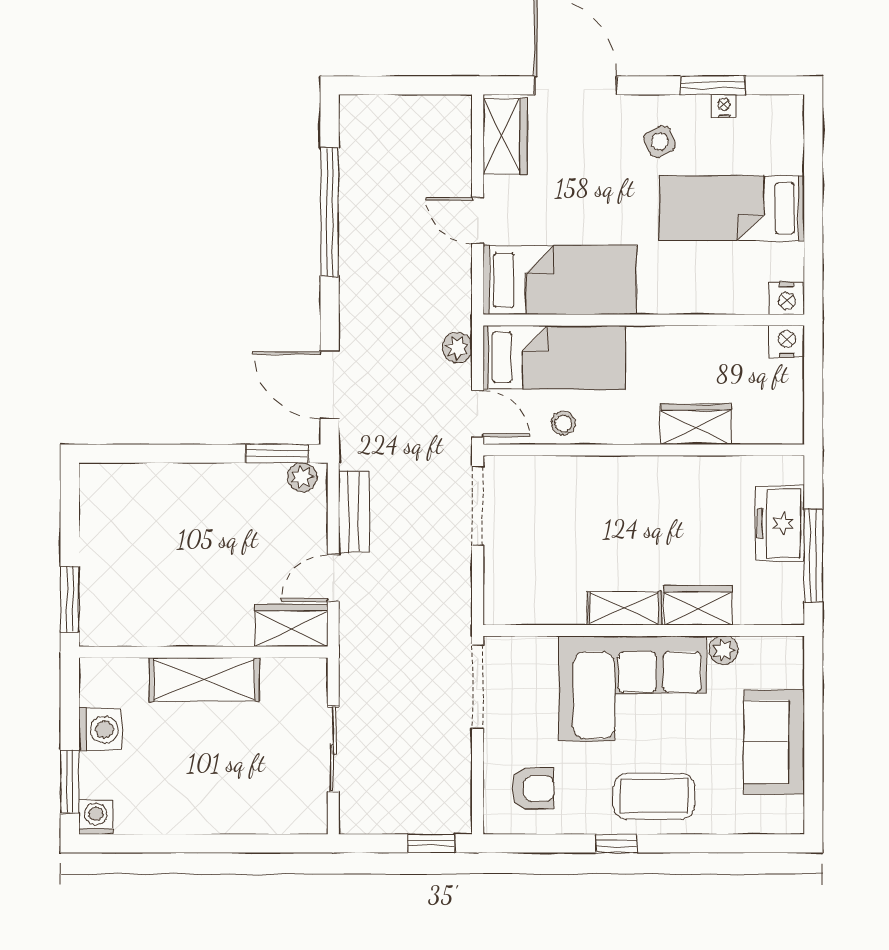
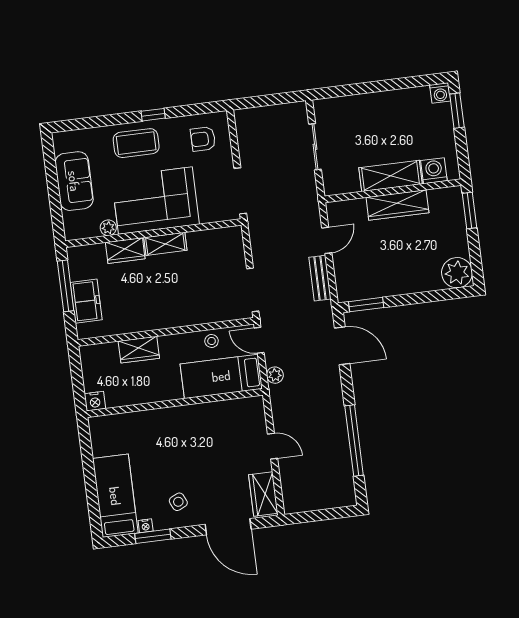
bed: (732, 208) -> (115, 496), moved, turned -90
bed: (560, 280) -> (223, 419), removed
nightstand: (787, 299) -> (98, 425), removed
plant: (302, 477) -> (457, 273), moved, width x1.88, depth x1.88
wardrobe: (291, 626) -> (397, 205), moved, width x1.50
washing machine: (100, 730) -> (434, 171), moved, turned 90
window: (431, 843) -> (255, 102), removed

